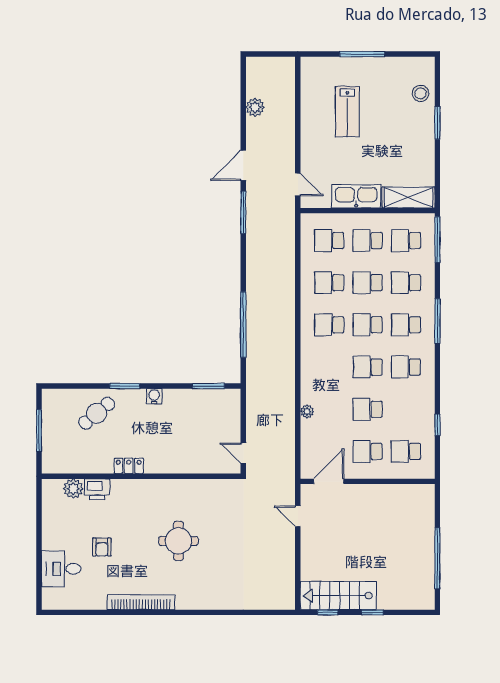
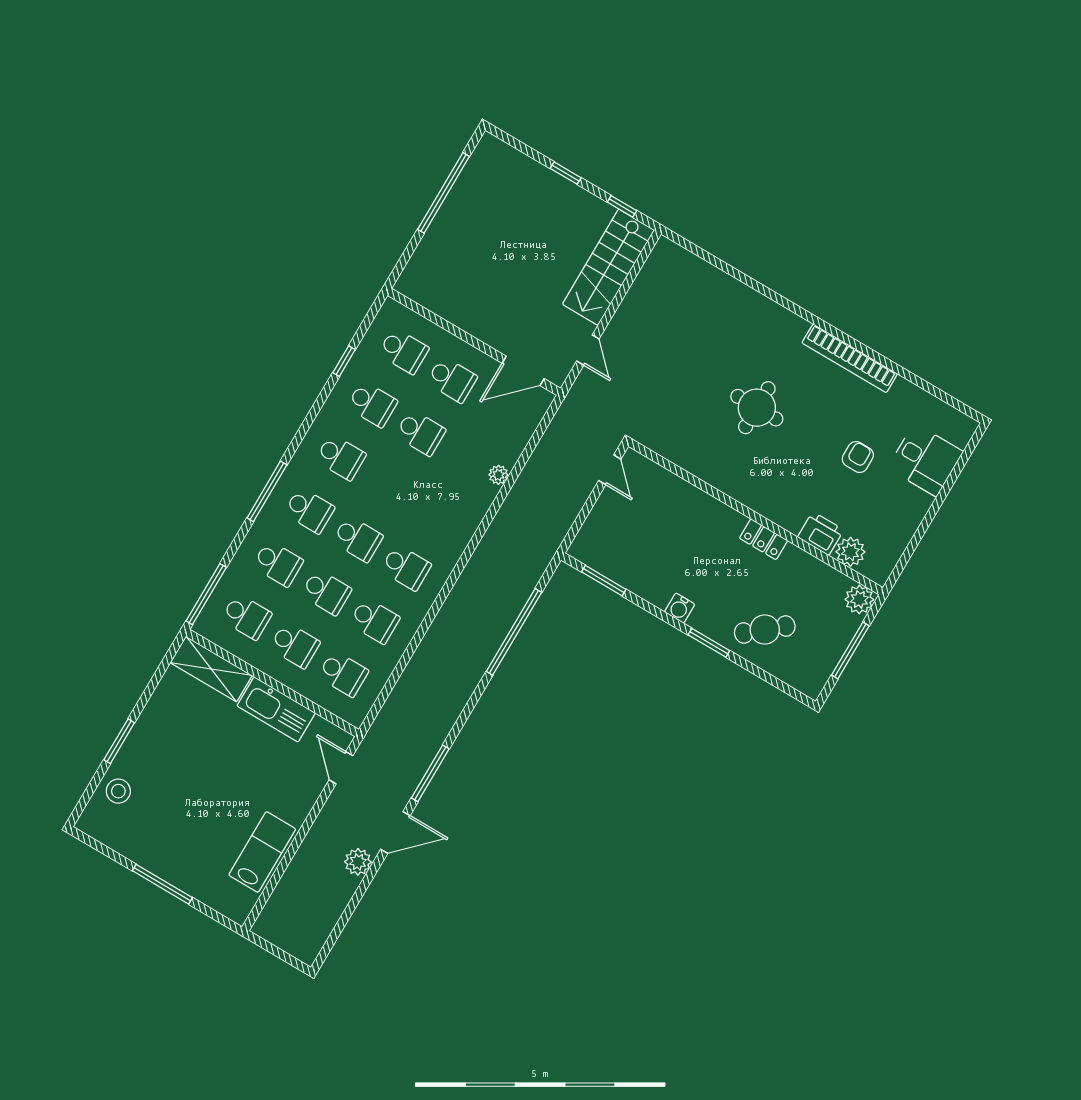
plant: (255, 107) -> (358, 862), moved
lab bench: (347, 112) -> (262, 852), moved
school desk: (368, 367) -> (372, 404), moved
plant: (51, 464) -> (859, 599), added
stairs: (338, 596) -> (608, 267), moved, turned 90

